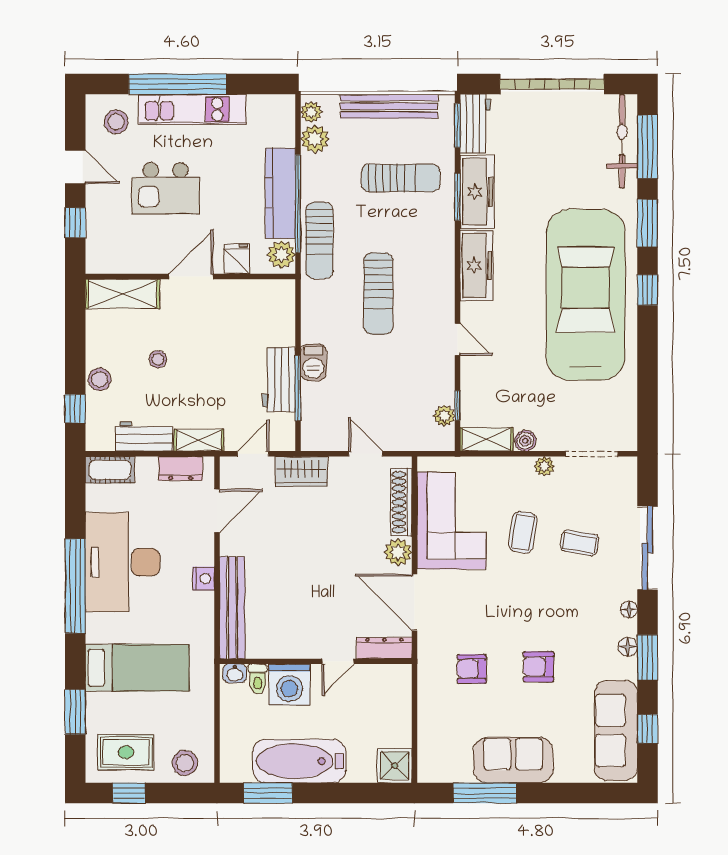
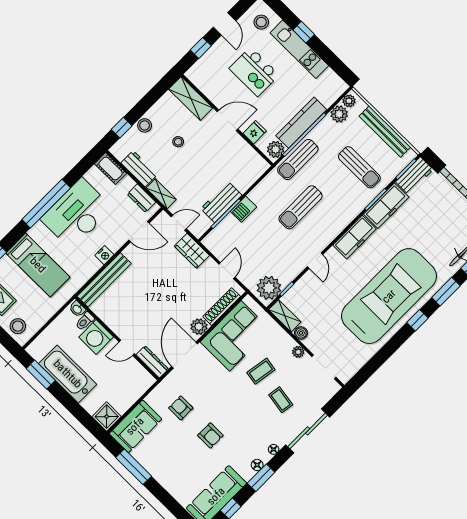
window: (178, 84) -> (304, 32), width x0.32
plant: (444, 416) -> (269, 288), width x1.88, depth x1.88
armchair: (539, 667) -> (210, 435), turned 180
sofa: (513, 760) -> (135, 426), moved, turned 90

